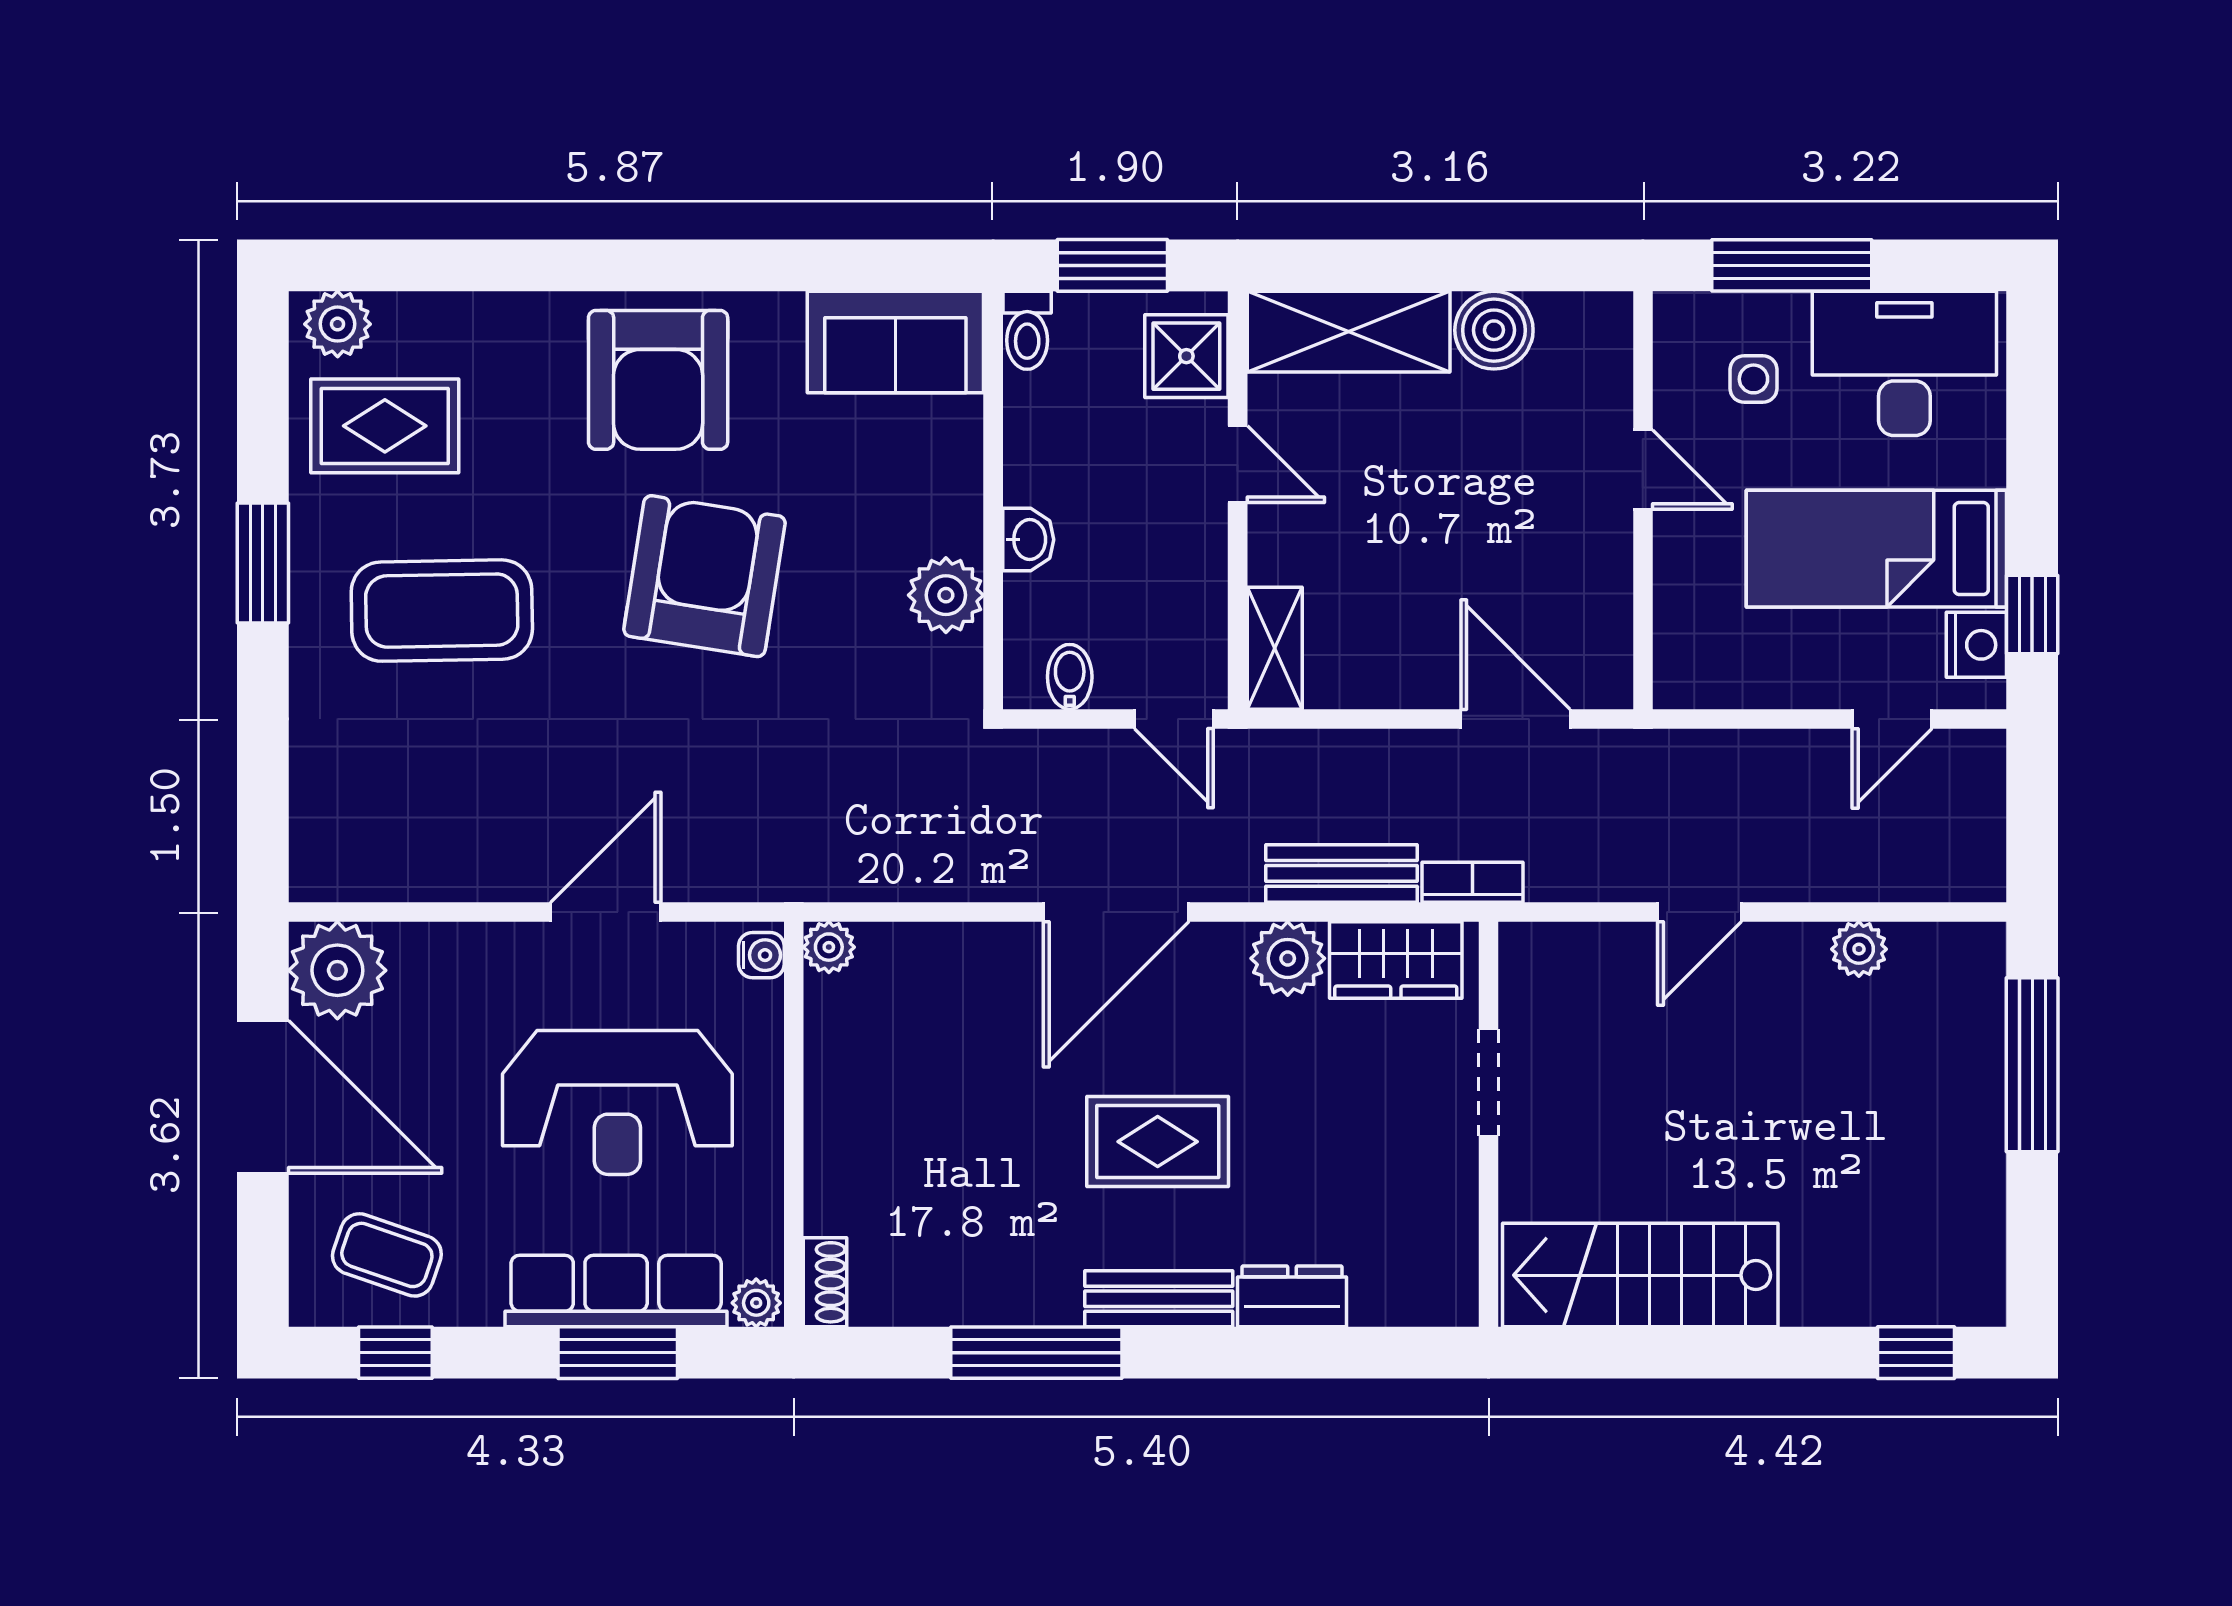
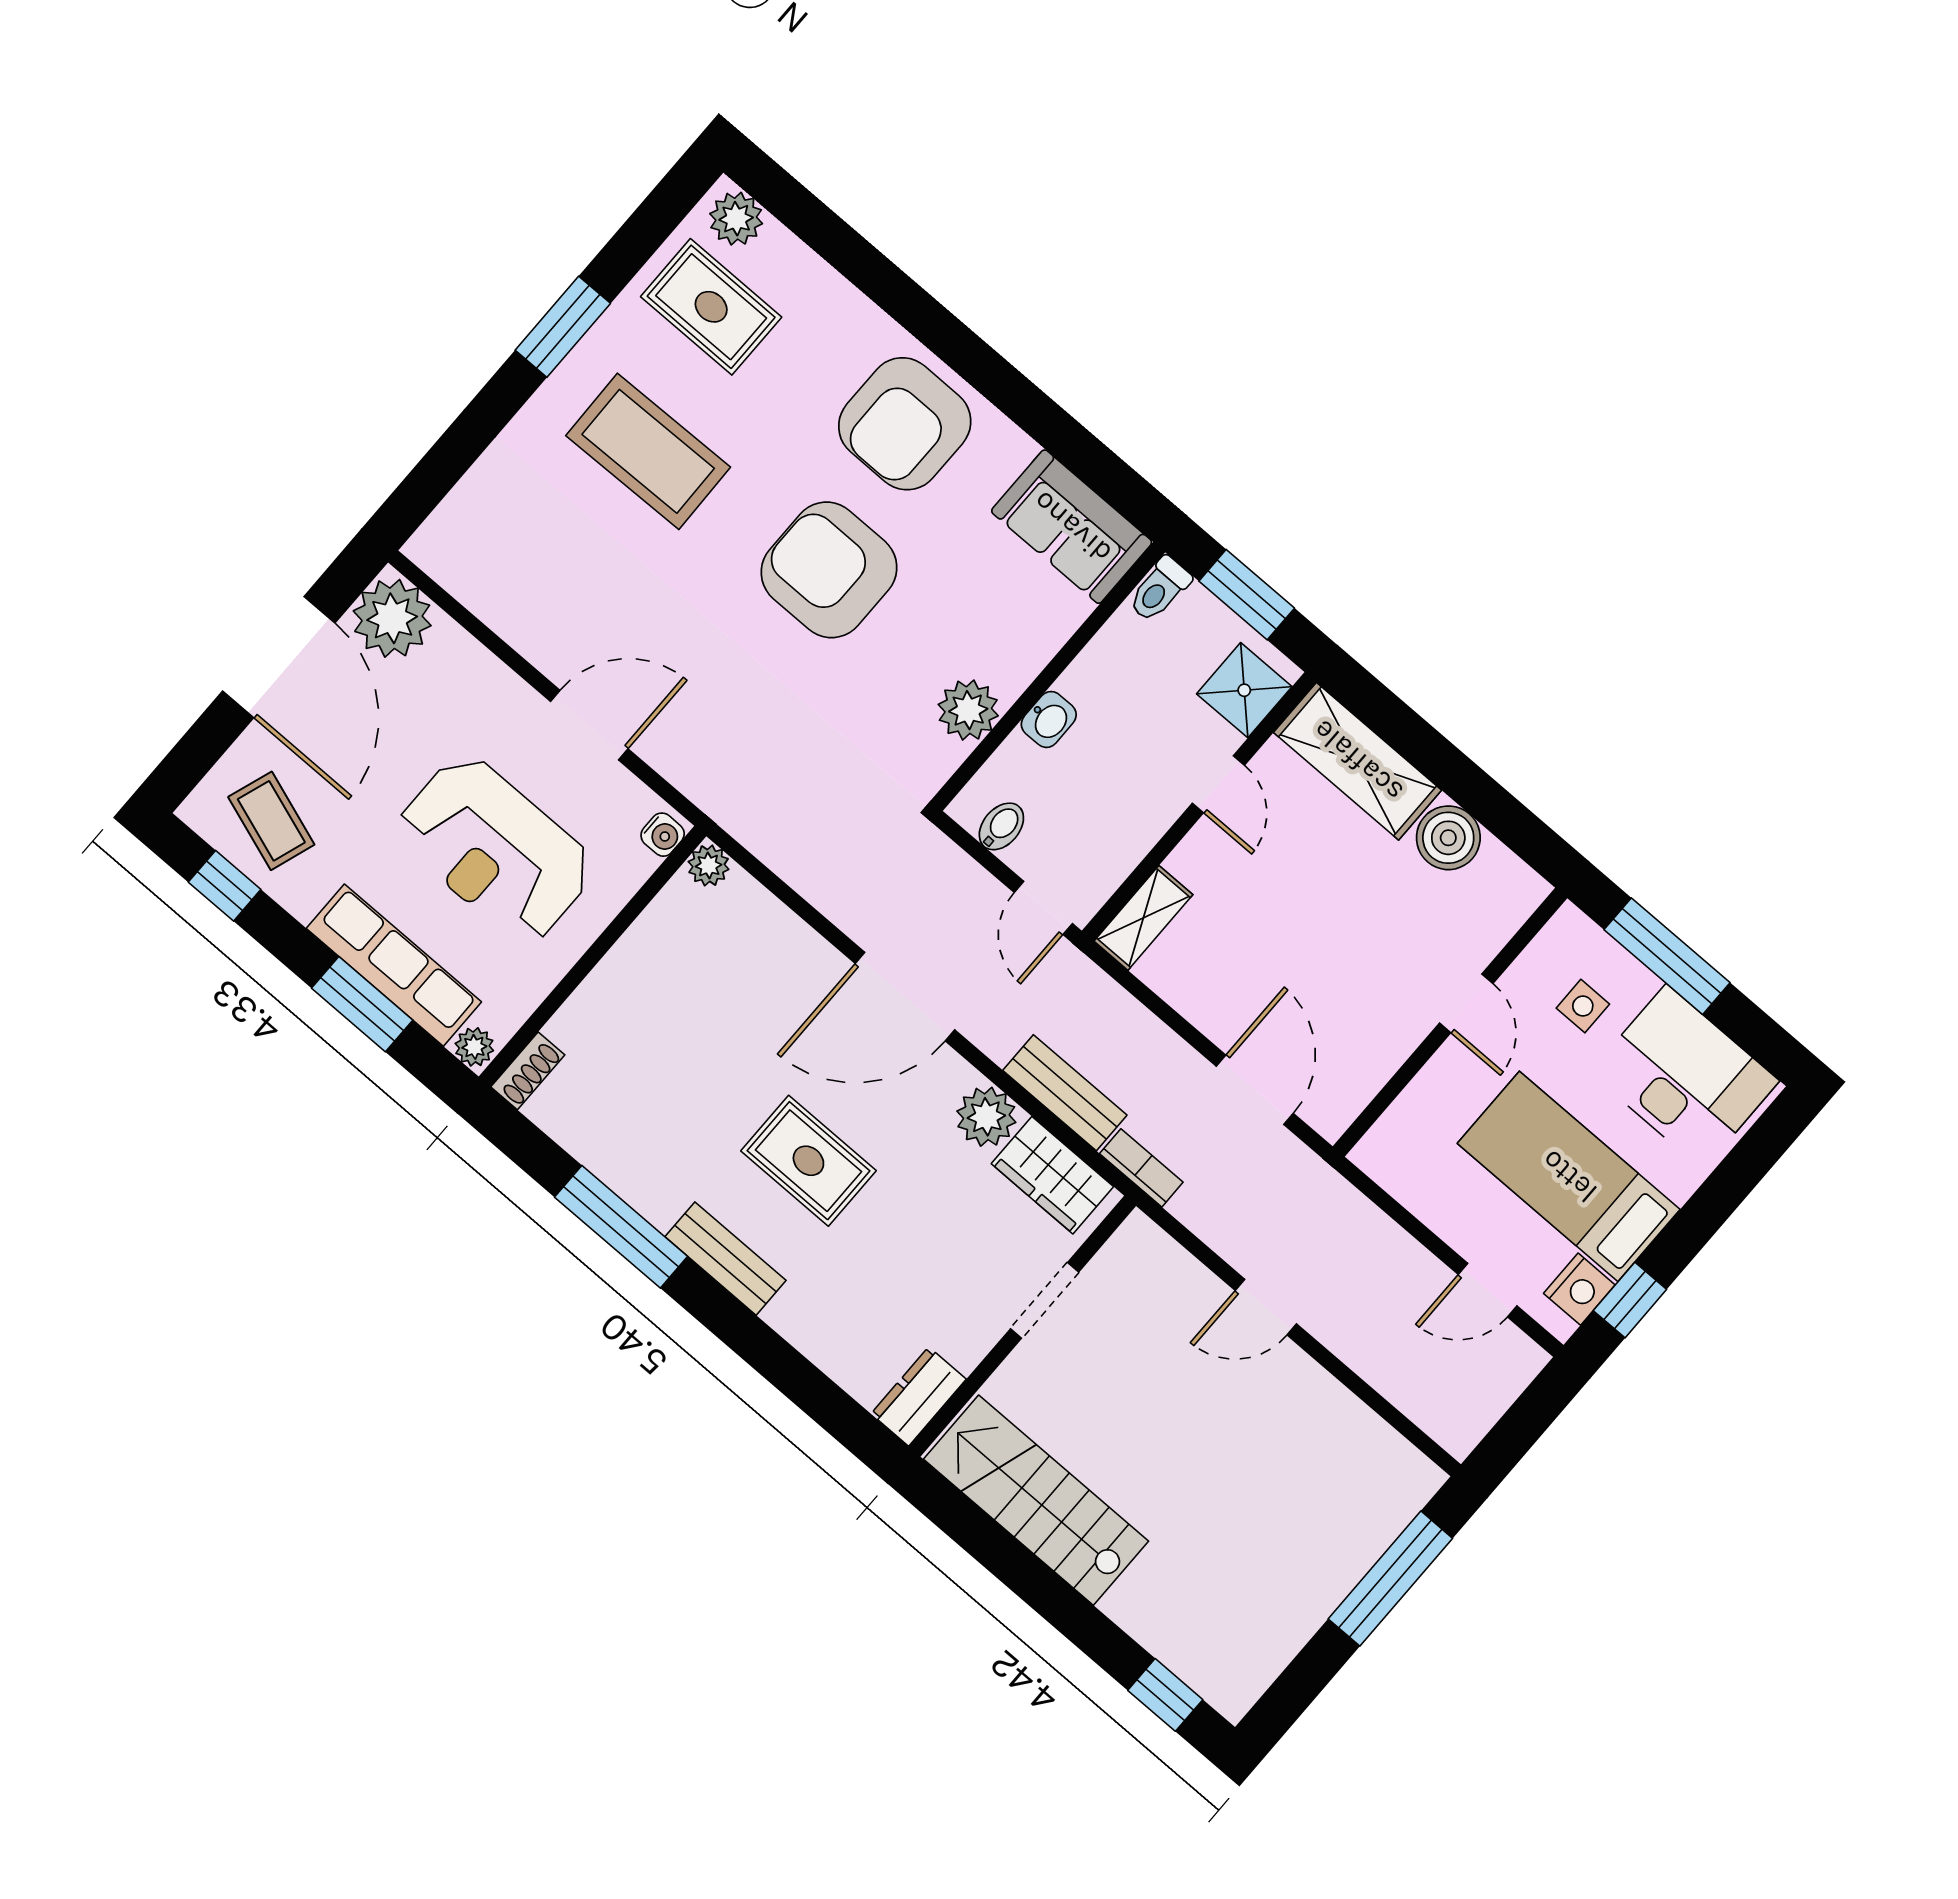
armchair: (704, 576) -> (829, 570), turned -99
plant: (1859, 949) -> (1345, 1415), removed
dresser: (1292, 1296) -> (919, 1396), moved, turned -90

